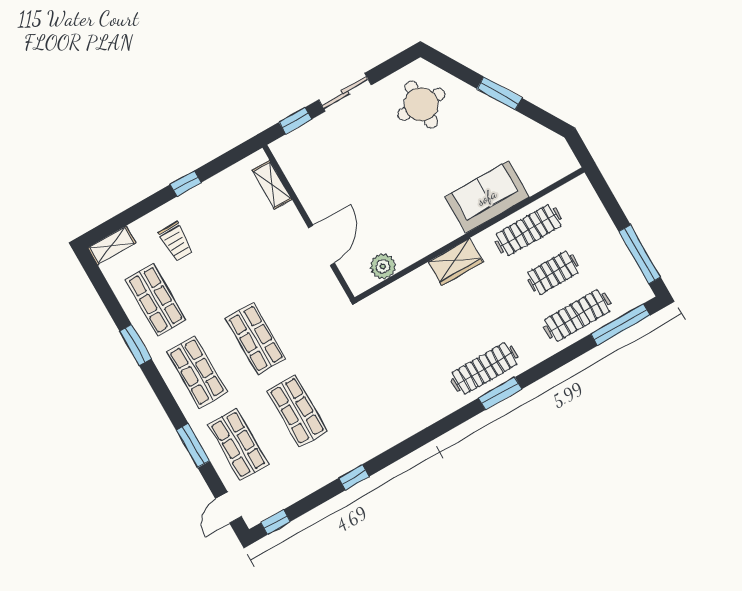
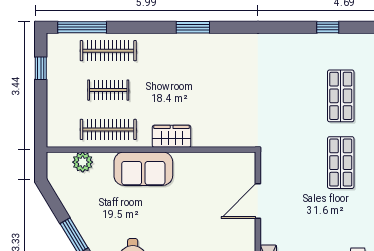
sofa: (487, 197) -> (143, 169), moved
window: (640, 254) -> (41, 68), width x0.46
plant: (383, 266) -> (83, 162), moved
clothes rail: (485, 369) -> (194, 51), removed

